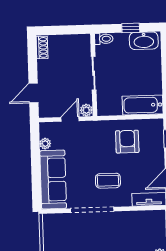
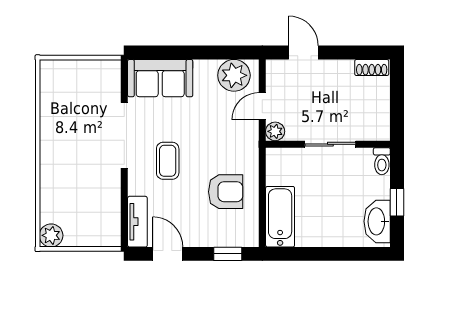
door: (70, 119) -> (262, 106), swing flipped
plant: (45, 144) -> (234, 75), width x1.88, depth x1.88
sofa: (53, 180) -> (160, 78), width x0.73

